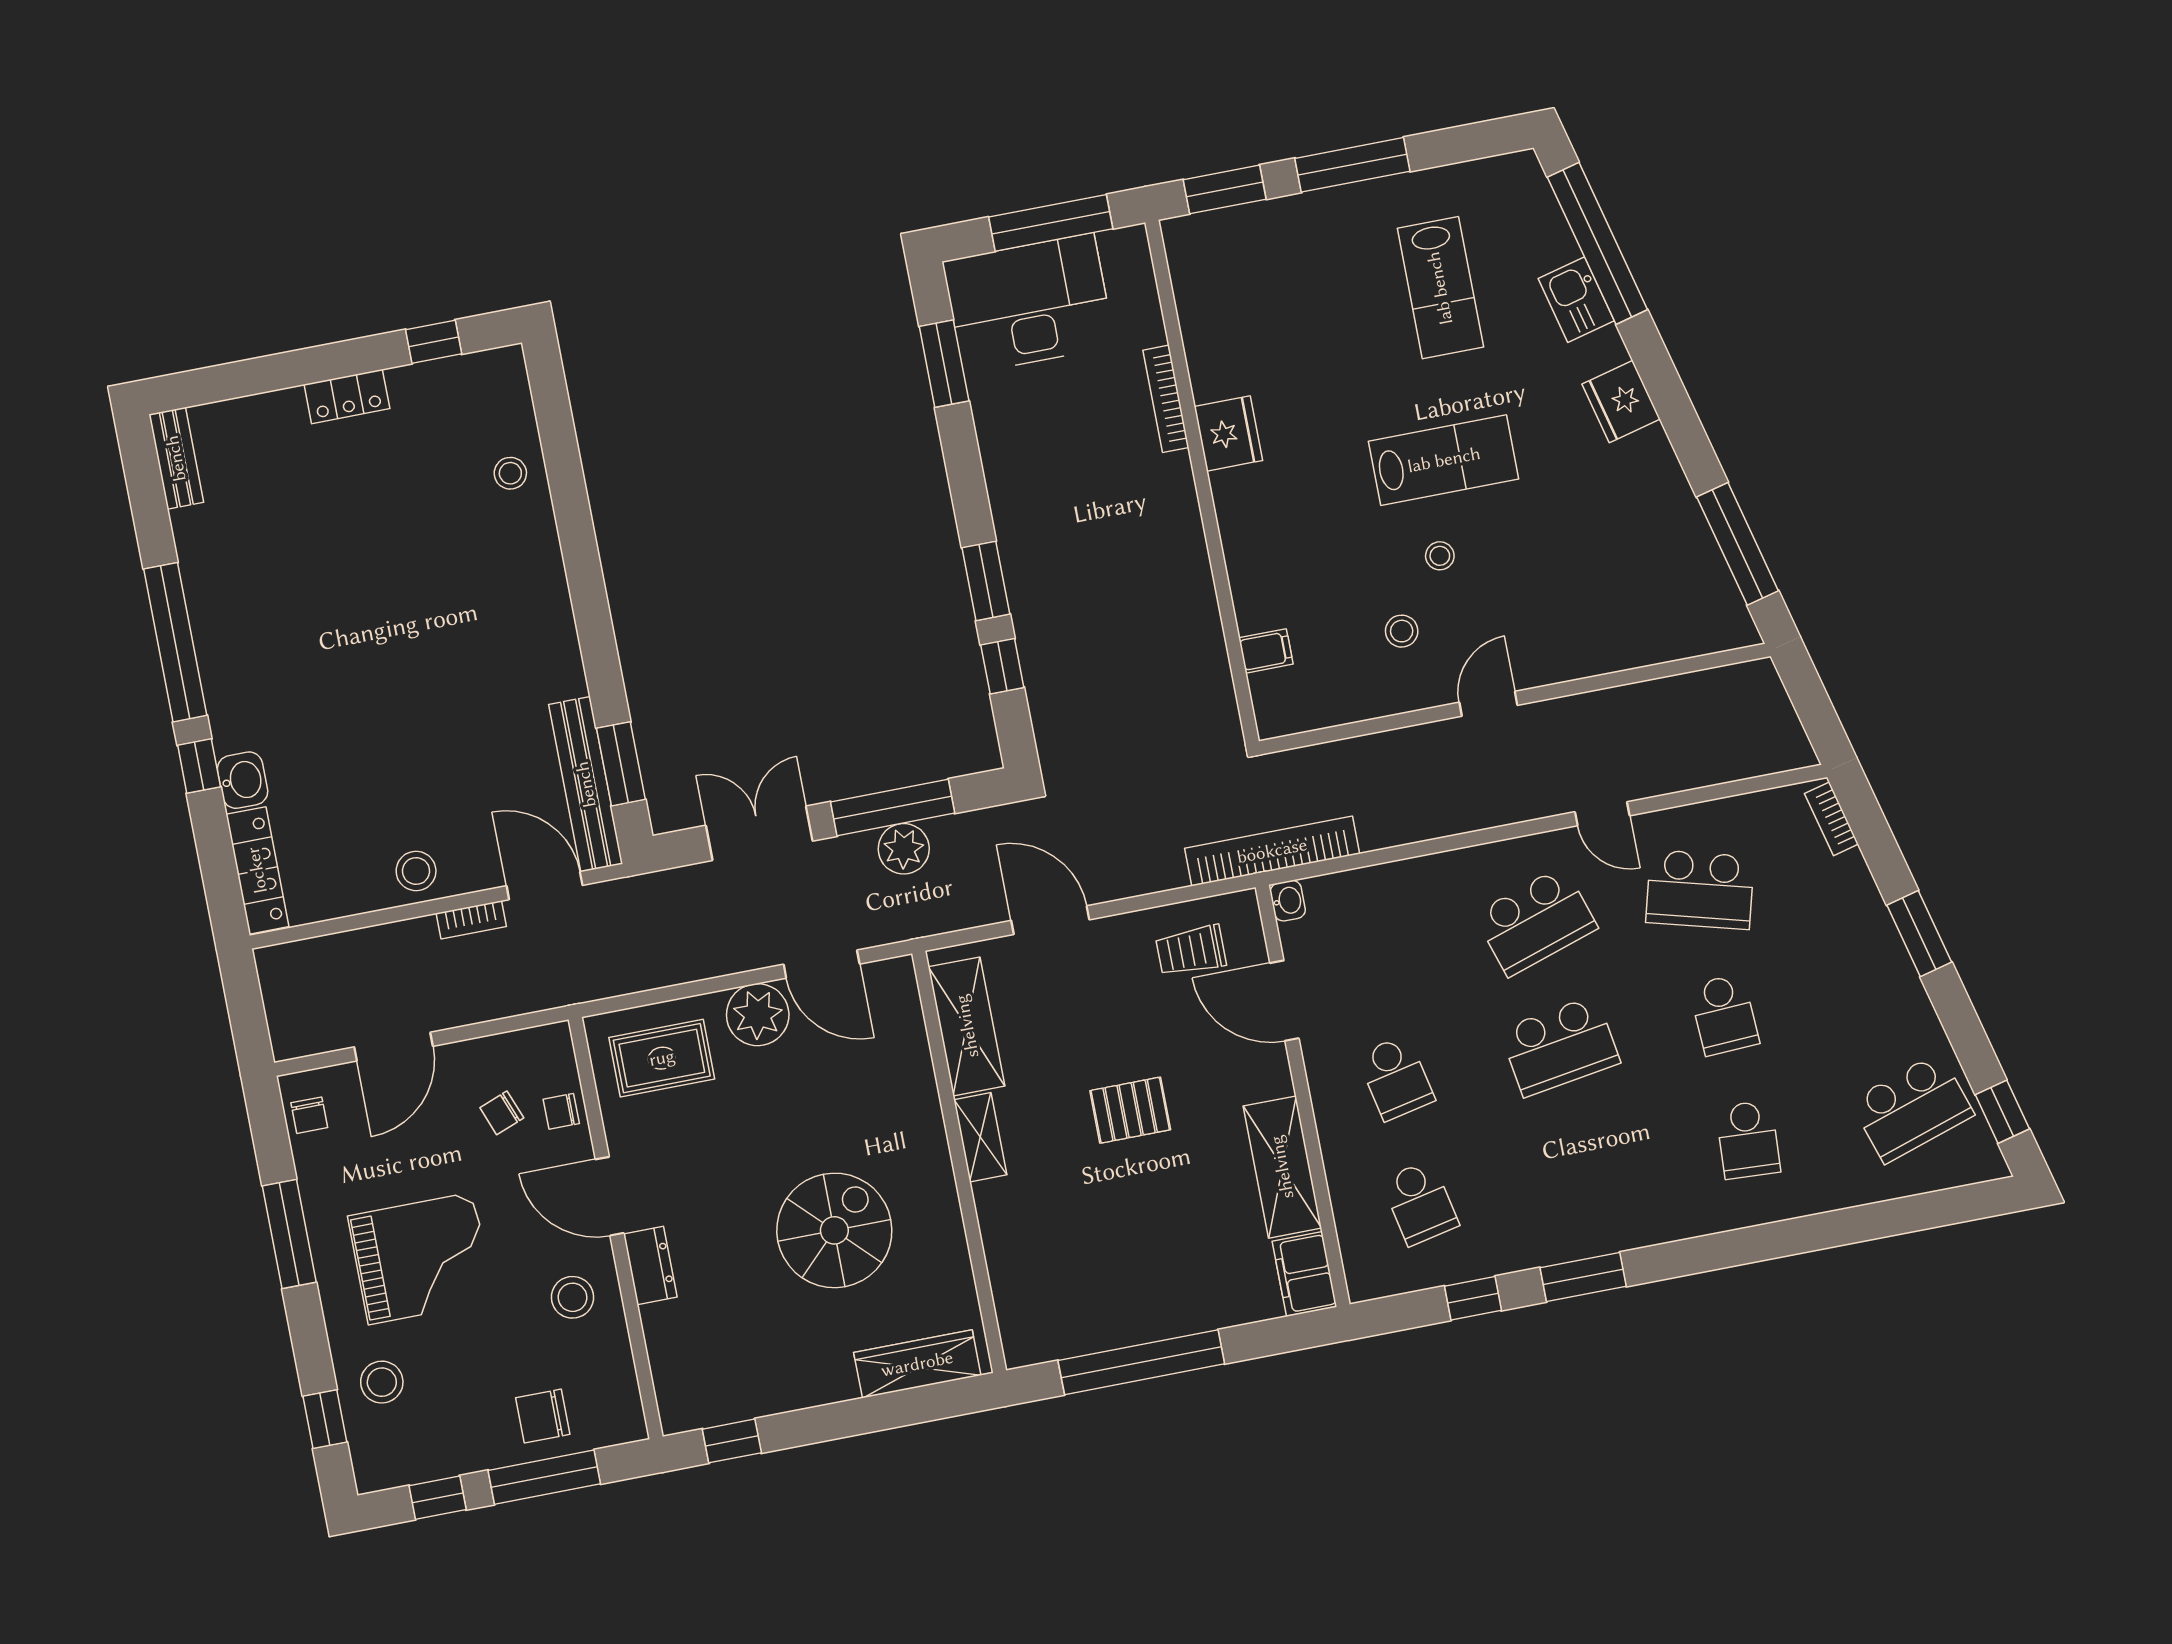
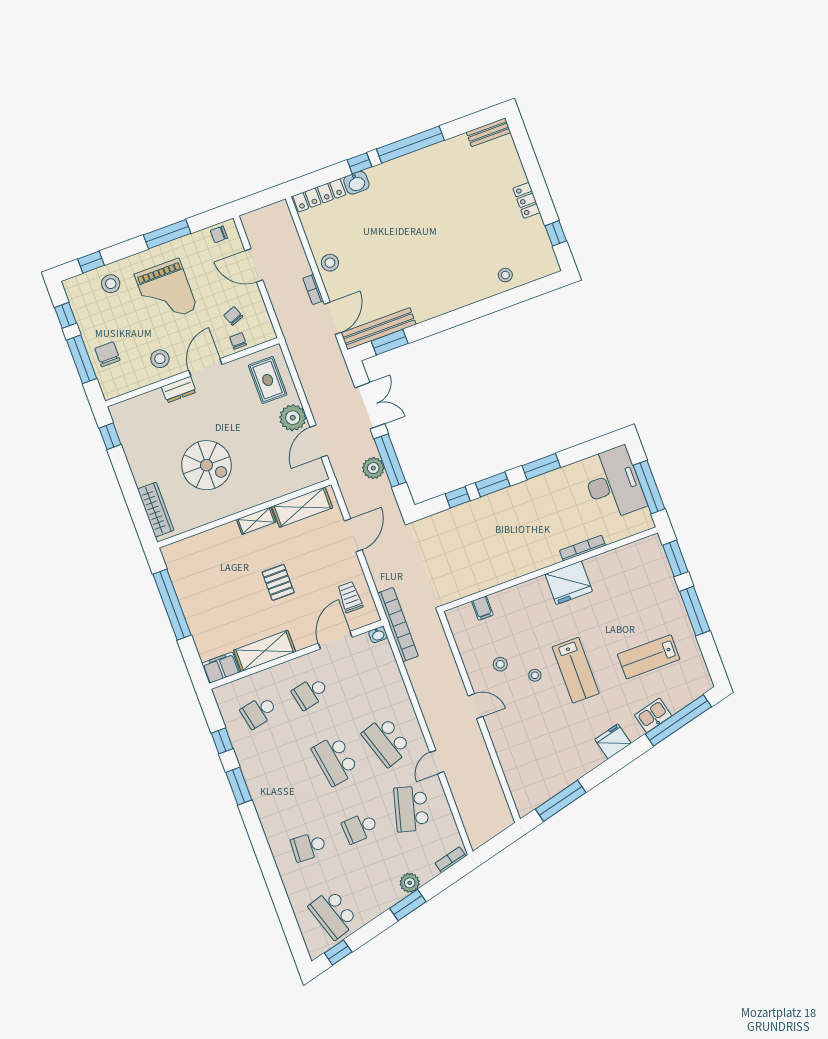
window: (944, 364) -> (541, 466), moved
fridge: (1228, 433) -> (569, 583), width x1.36, depth x1.34
plant: (1869, 921) -> (410, 883), added

